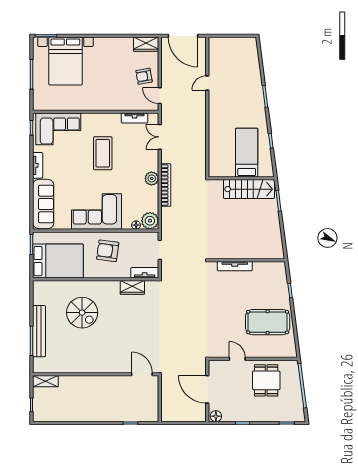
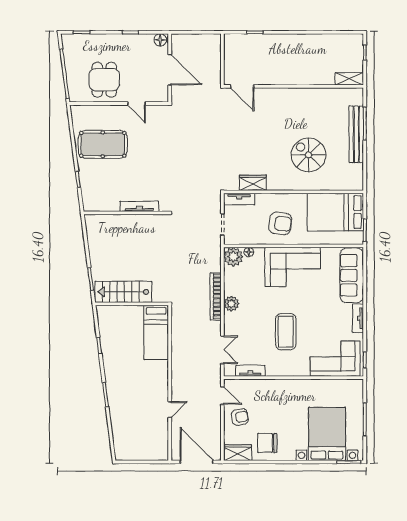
chair: (119, 53) -> (267, 443), added
bed: (247, 153) -> (156, 332), moved

